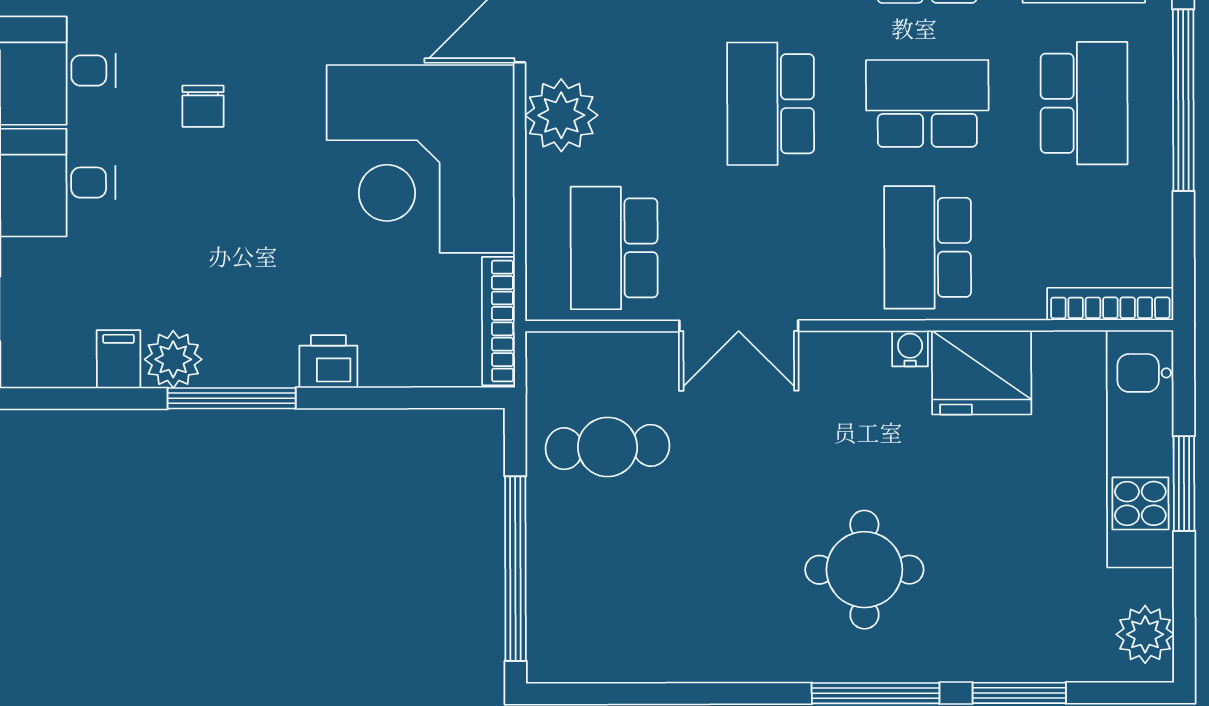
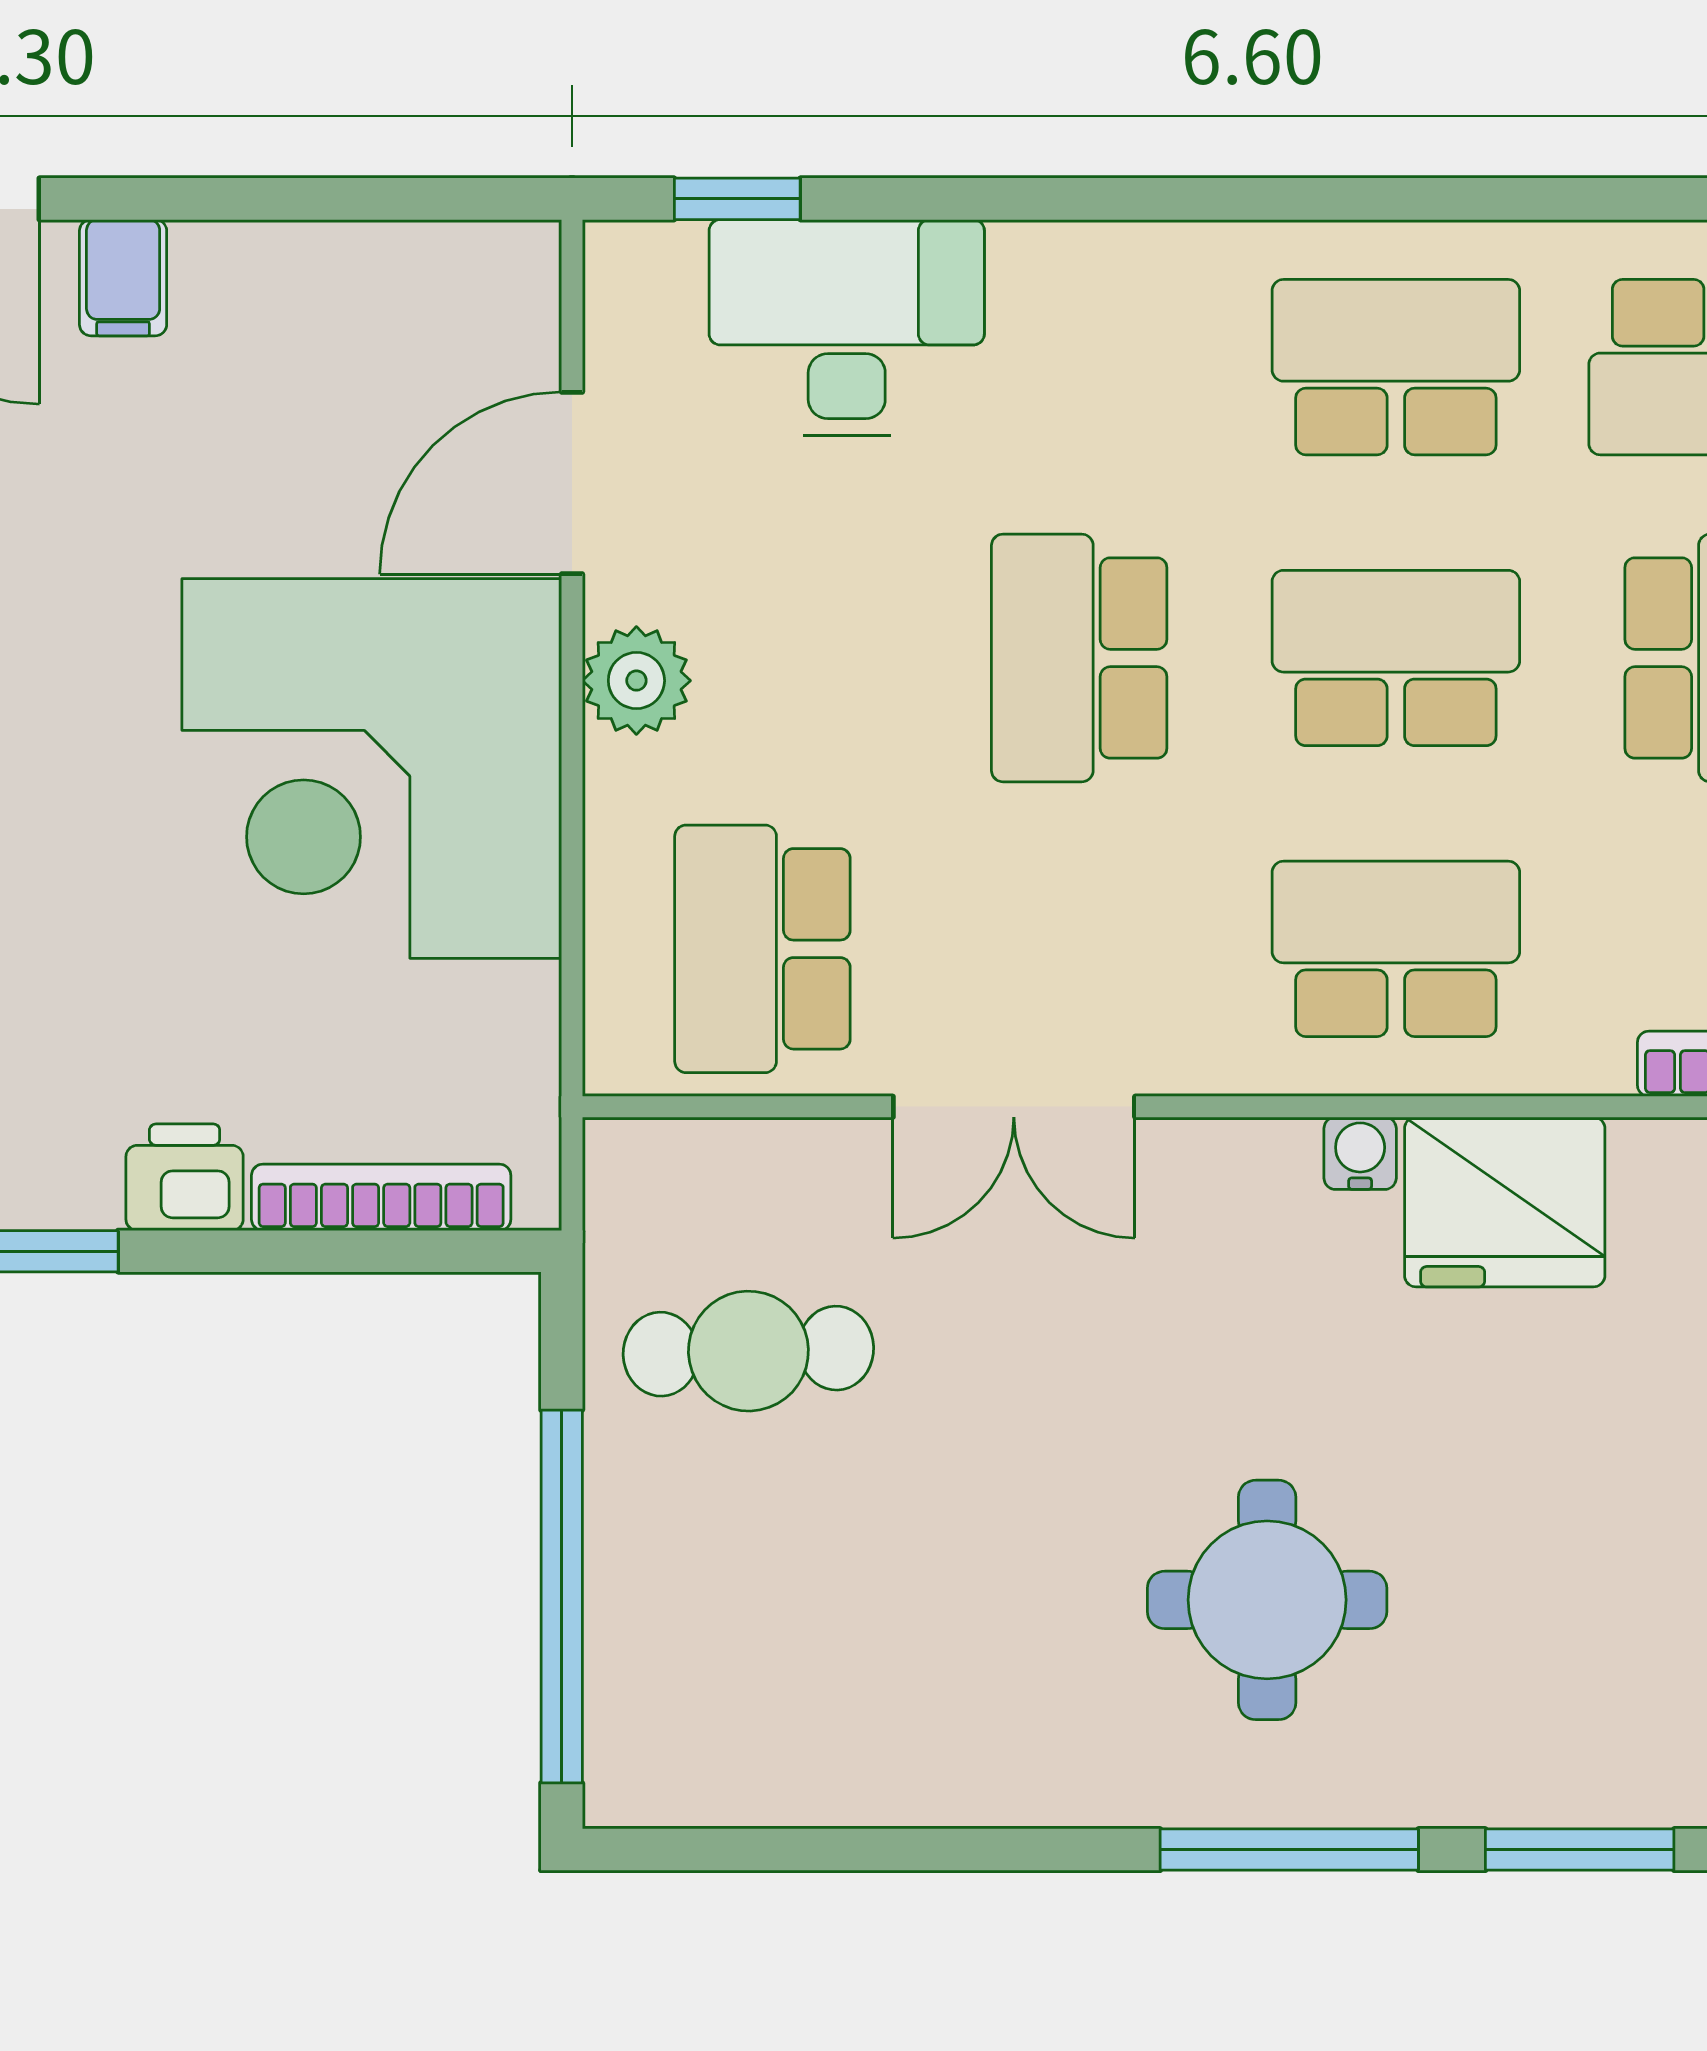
plant: (561, 115) -> (636, 681), width x0.73, depth x0.73
school desk: (928, 247) -> (1396, 949), turned 90
bookcase: (499, 321) -> (381, 1197), moved, turned 90

